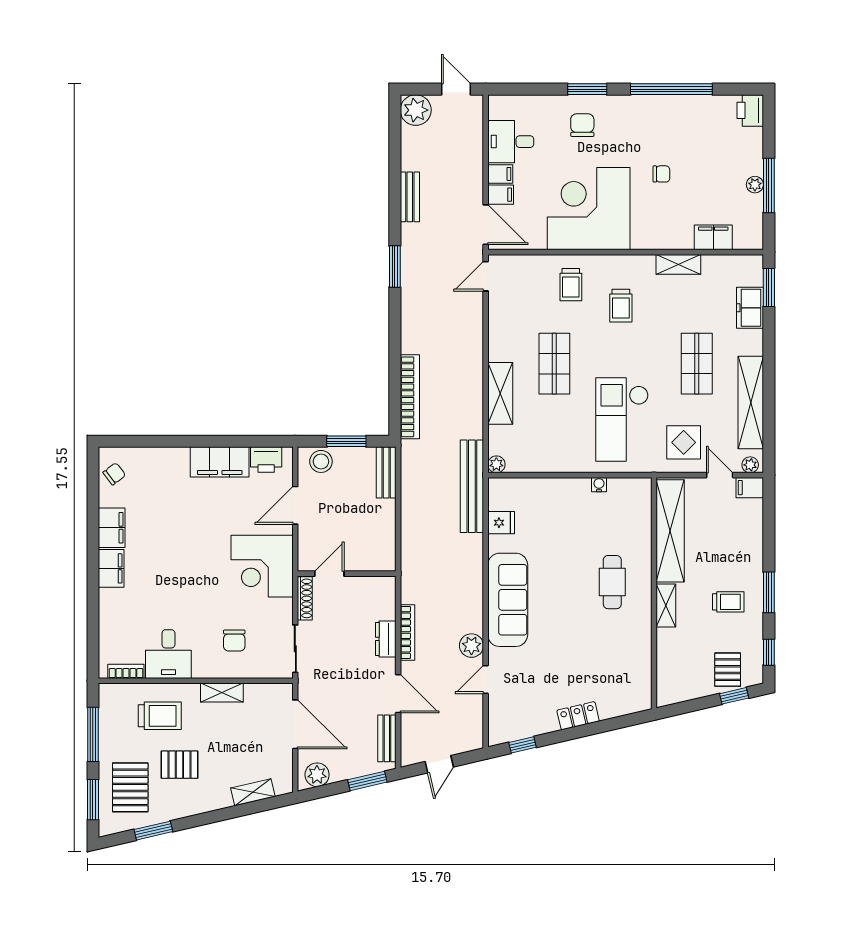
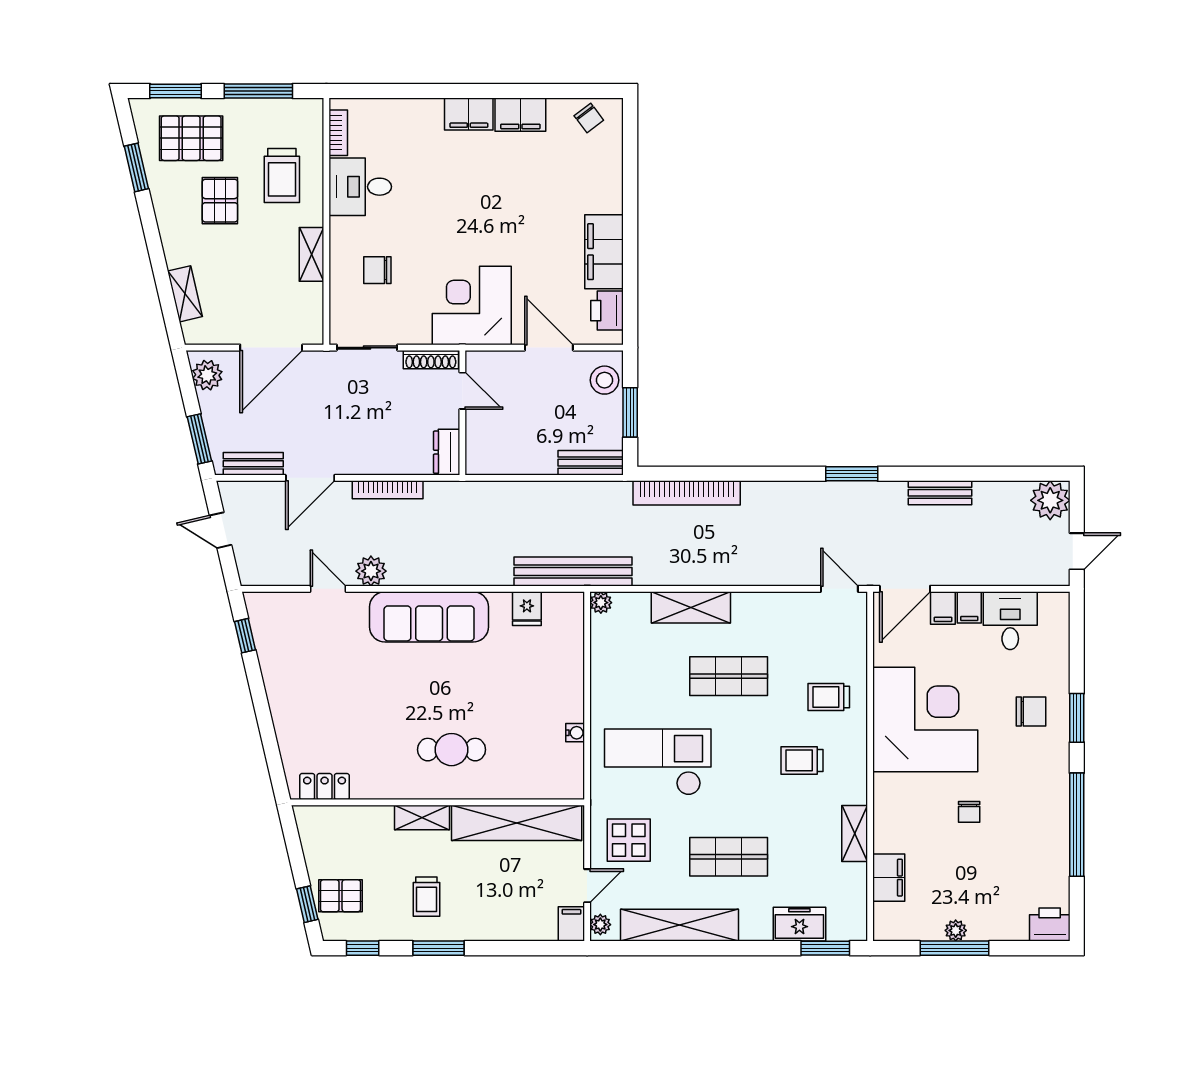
dresser: (386, 639) -> (447, 452), moved, turned -90
locker: (578, 716) -> (325, 787), moved, turned -77

